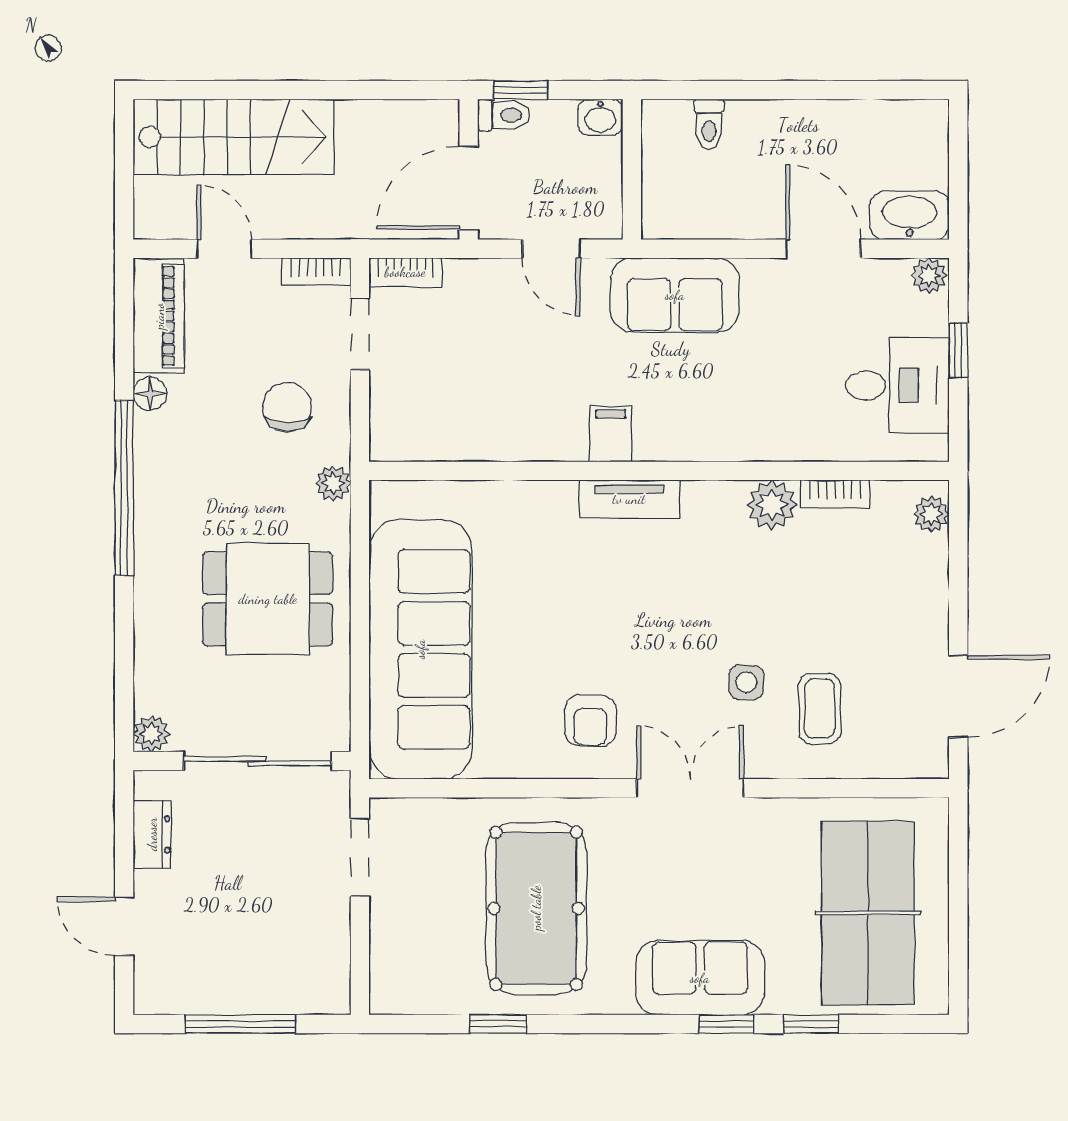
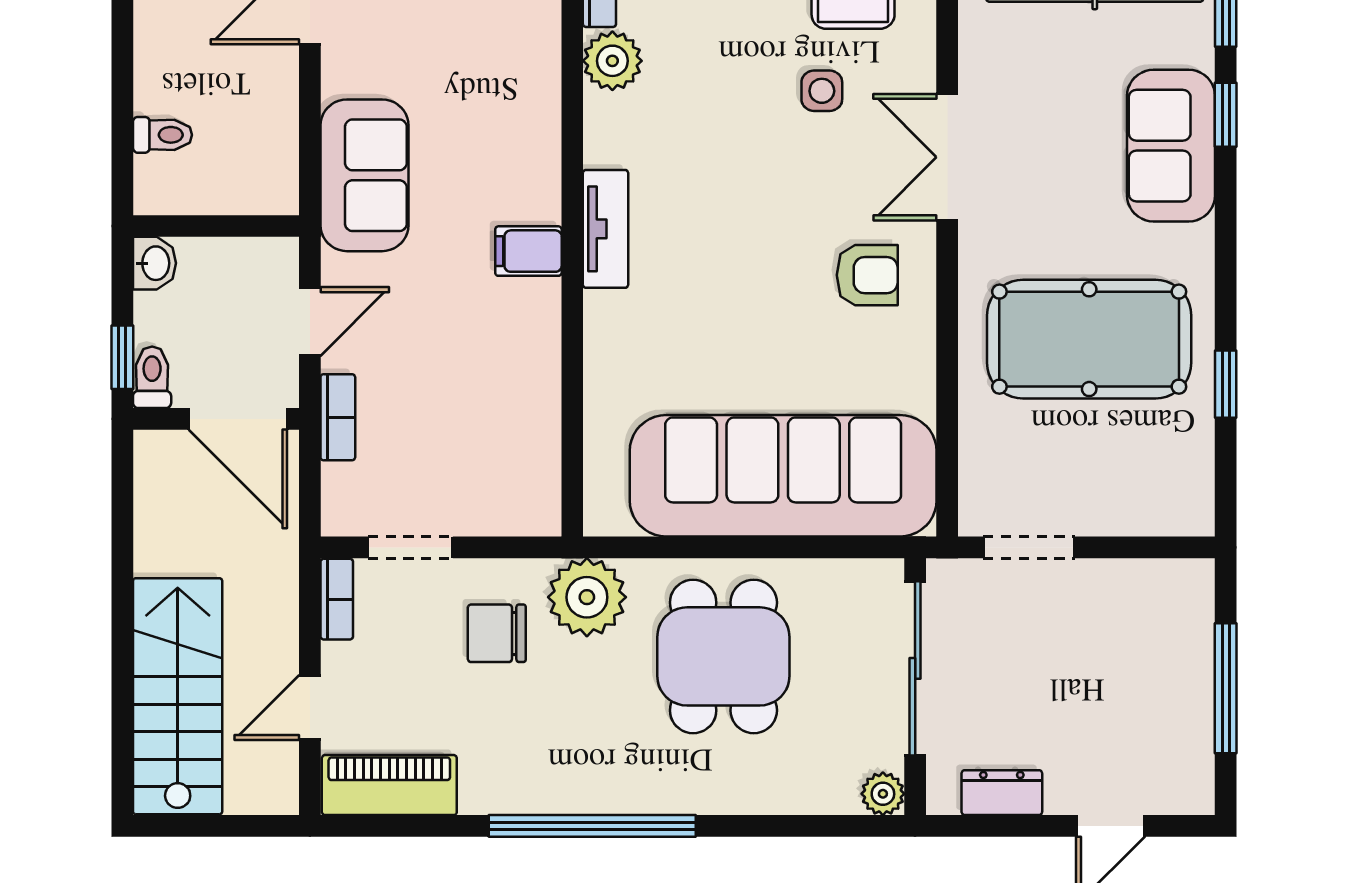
bookcase: (405, 272) -> (338, 417), moved
floor lamp: (150, 393) -> (481, 795), removed
plant: (333, 483) -> (587, 597), width x1.87, depth x1.87

